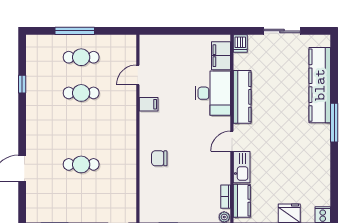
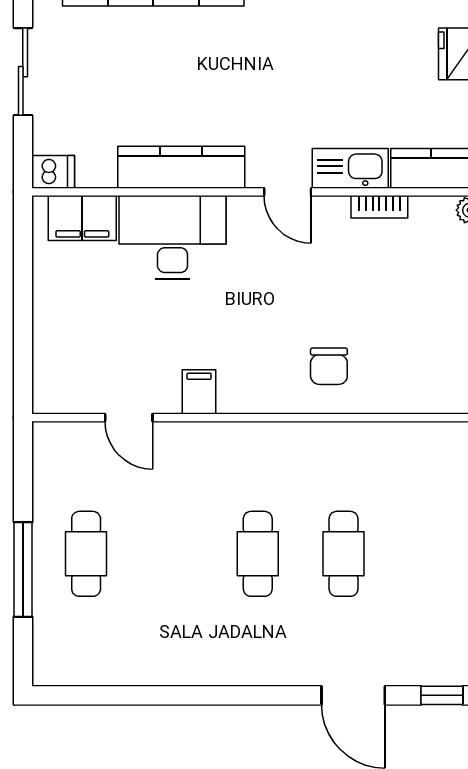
window: (22, 84) -> (442, 695), moved
cafe table: (81, 93) -> (258, 554), moved
bookcase: (226, 197) -> (379, 207), moved

